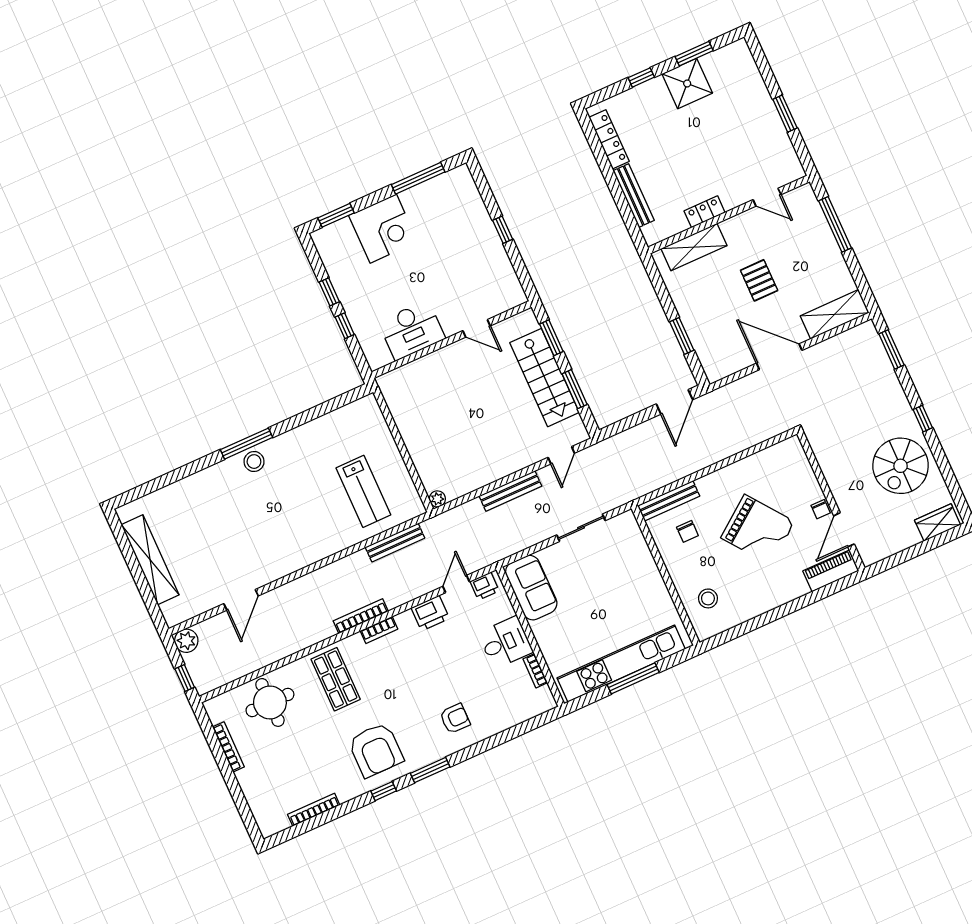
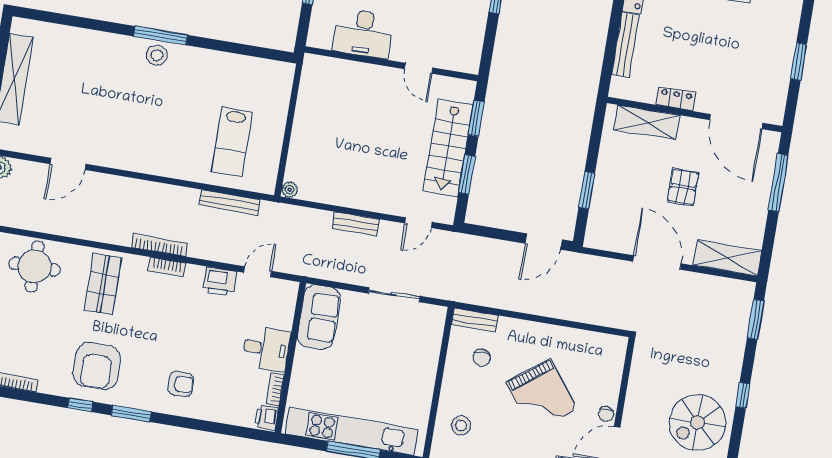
door: (767, 197) -> (736, 122), width x1.87
bench: (510, 491) -> (356, 224), width x0.73
bench: (669, 501) -> (475, 320), width x0.73
printer: (485, 586) -> (266, 418), moved, turned 90

